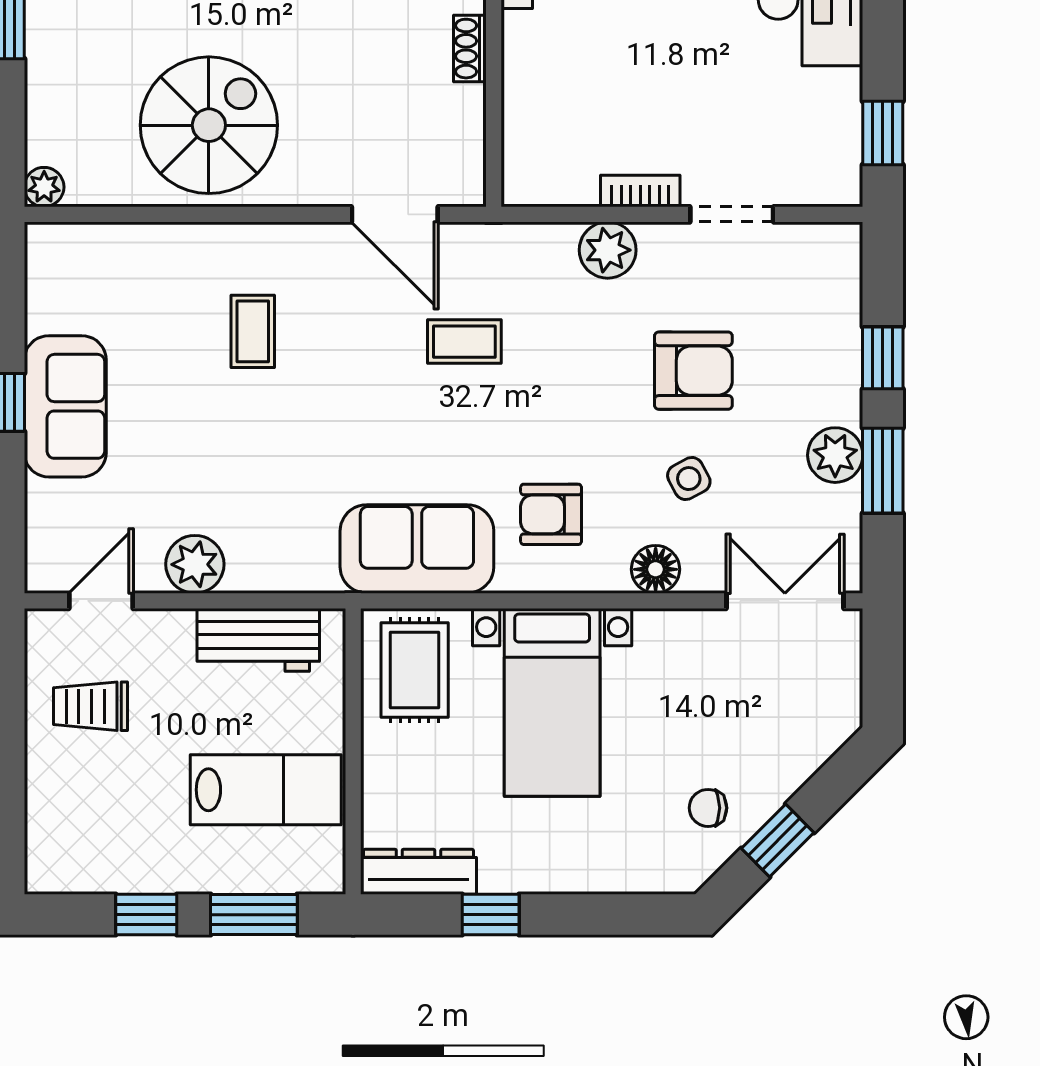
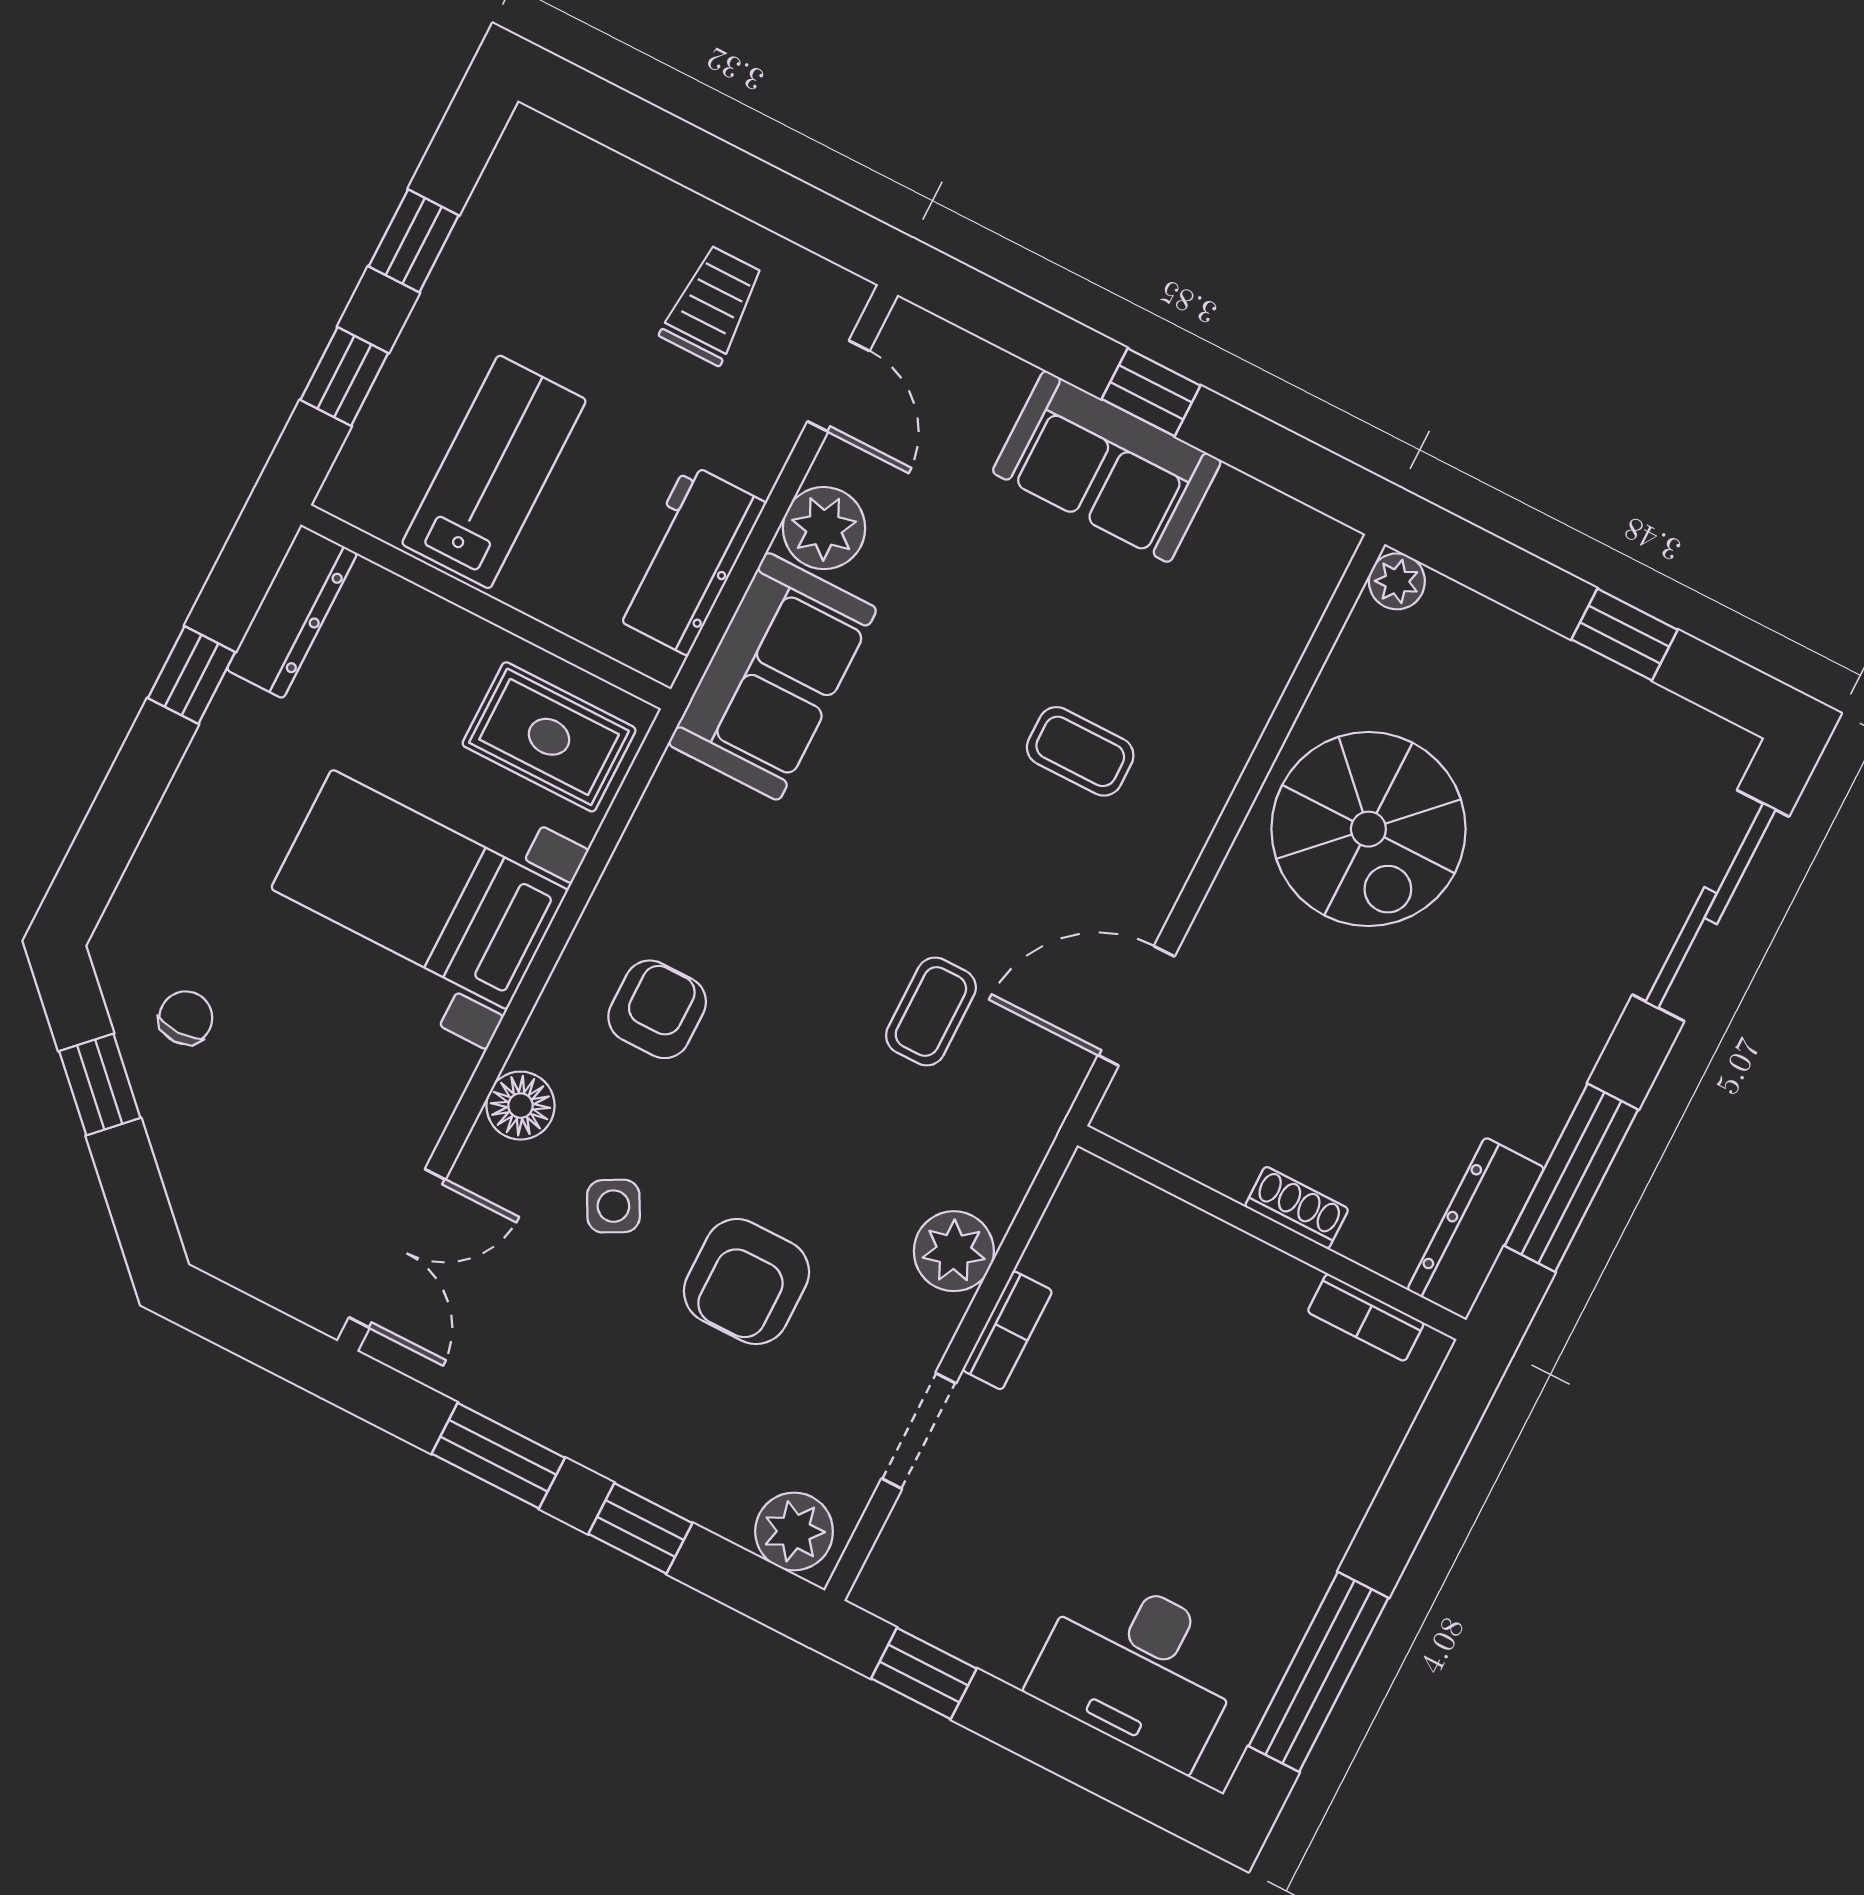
plant: (835, 455) -> (794, 1531), moved
sofa: (417, 549) -> (773, 676), moved
lab bench: (266, 790) -> (494, 472), turned 180
window: (254, 915) -> (344, 376), width x0.67

